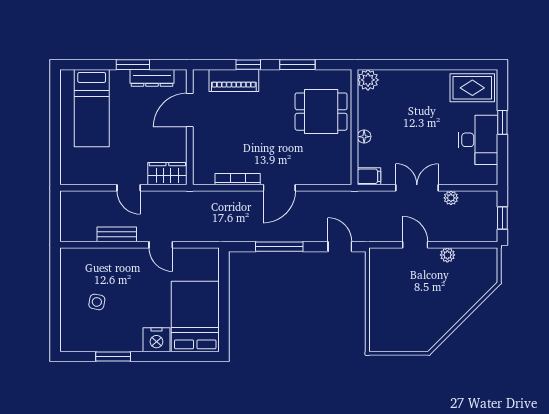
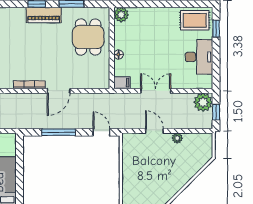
piano: (234, 80) -> (44, 15), moved
dining table: (321, 112) -> (88, 37), turned 90
window: (502, 122) -> (216, 29), moved
plant: (451, 198) -> (203, 102), moved, width x1.87, depth x1.87

